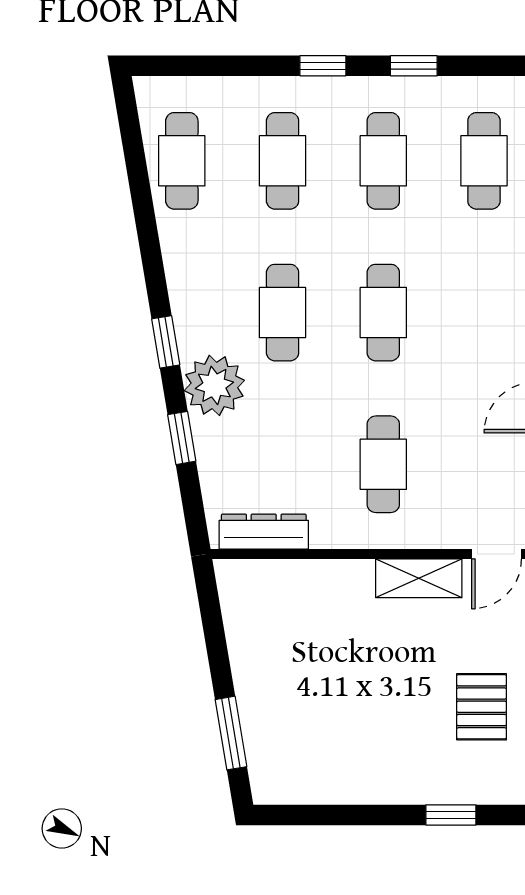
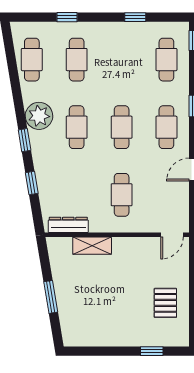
window: (323, 66) -> (67, 17), moved
cafe table: (383, 161) -> (166, 127), moved
plant: (214, 385) -> (39, 116), moved
shelving: (419, 578) -> (92, 246), moved
window: (231, 733) -> (51, 297), moved

